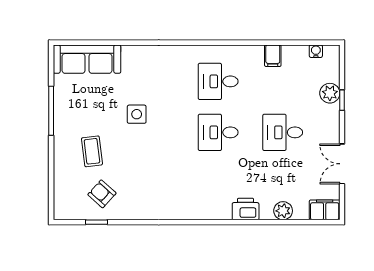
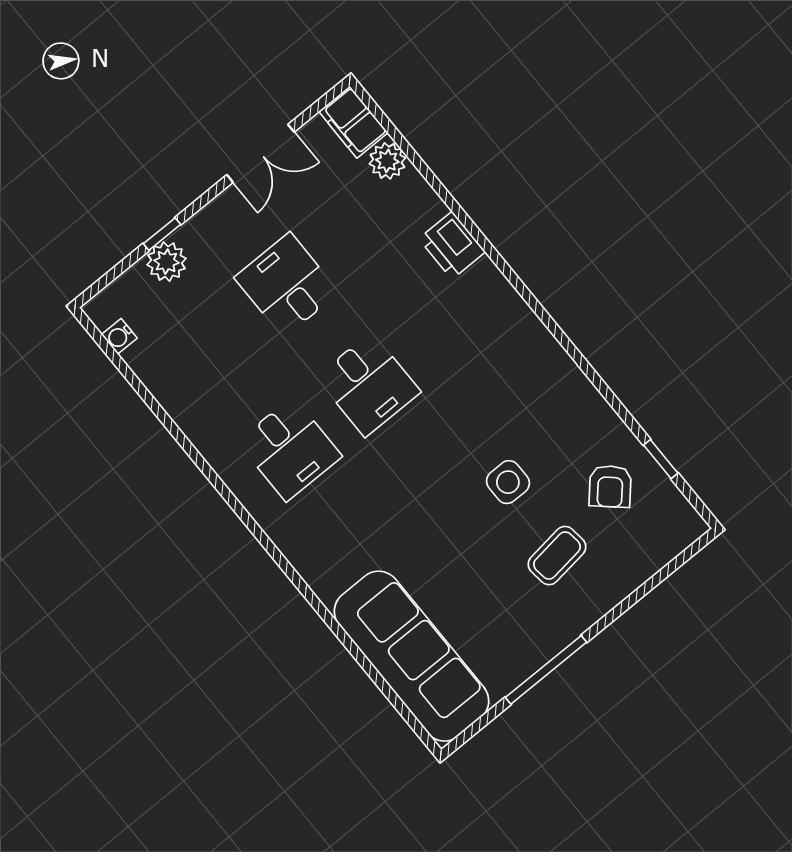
filing cabinet: (273, 56) -> (181, 397), removed
sofa: (87, 59) -> (412, 656), width x1.36, depth x1.27
side table: (137, 114) -> (508, 482), moved
desk: (283, 132) -> (287, 285), turned 180
plant: (283, 211) -> (387, 161), moved

